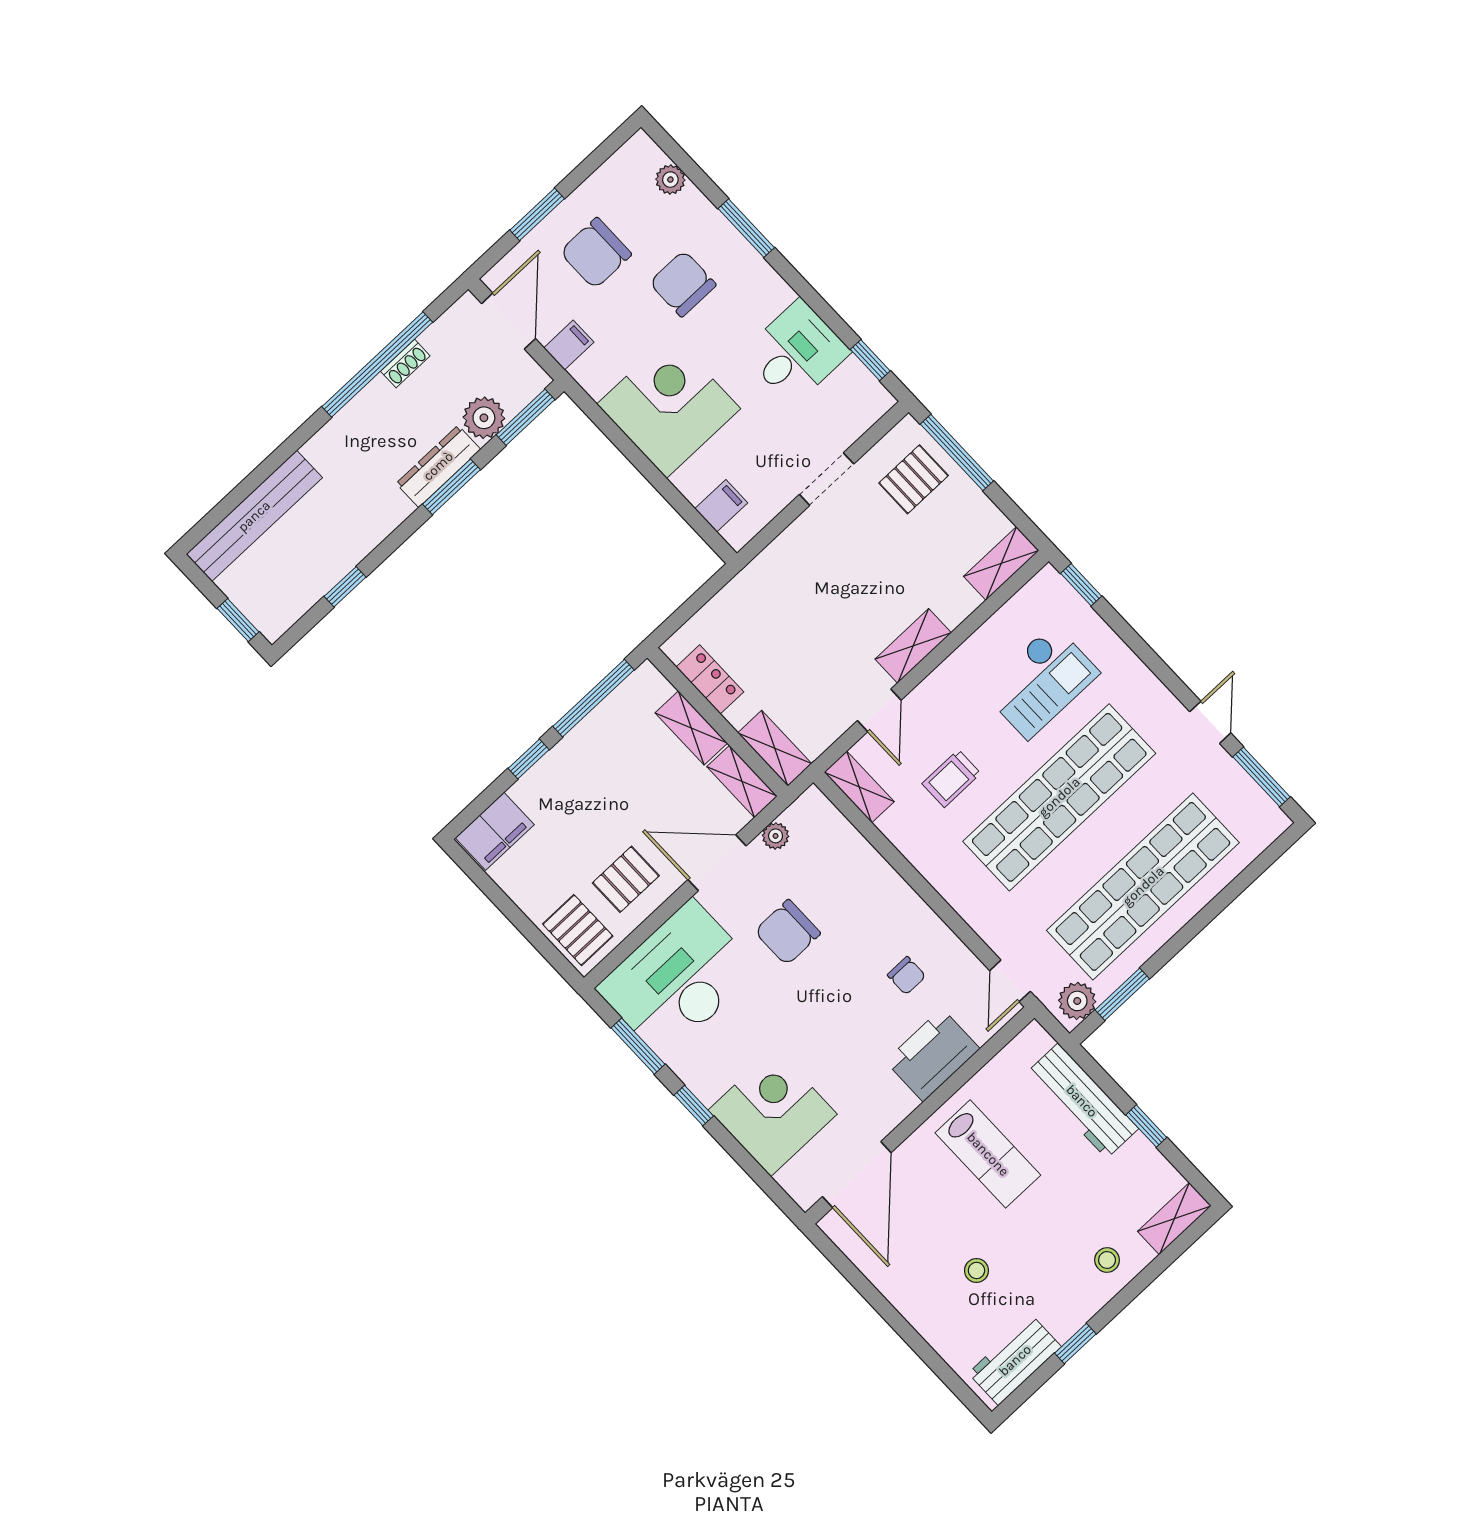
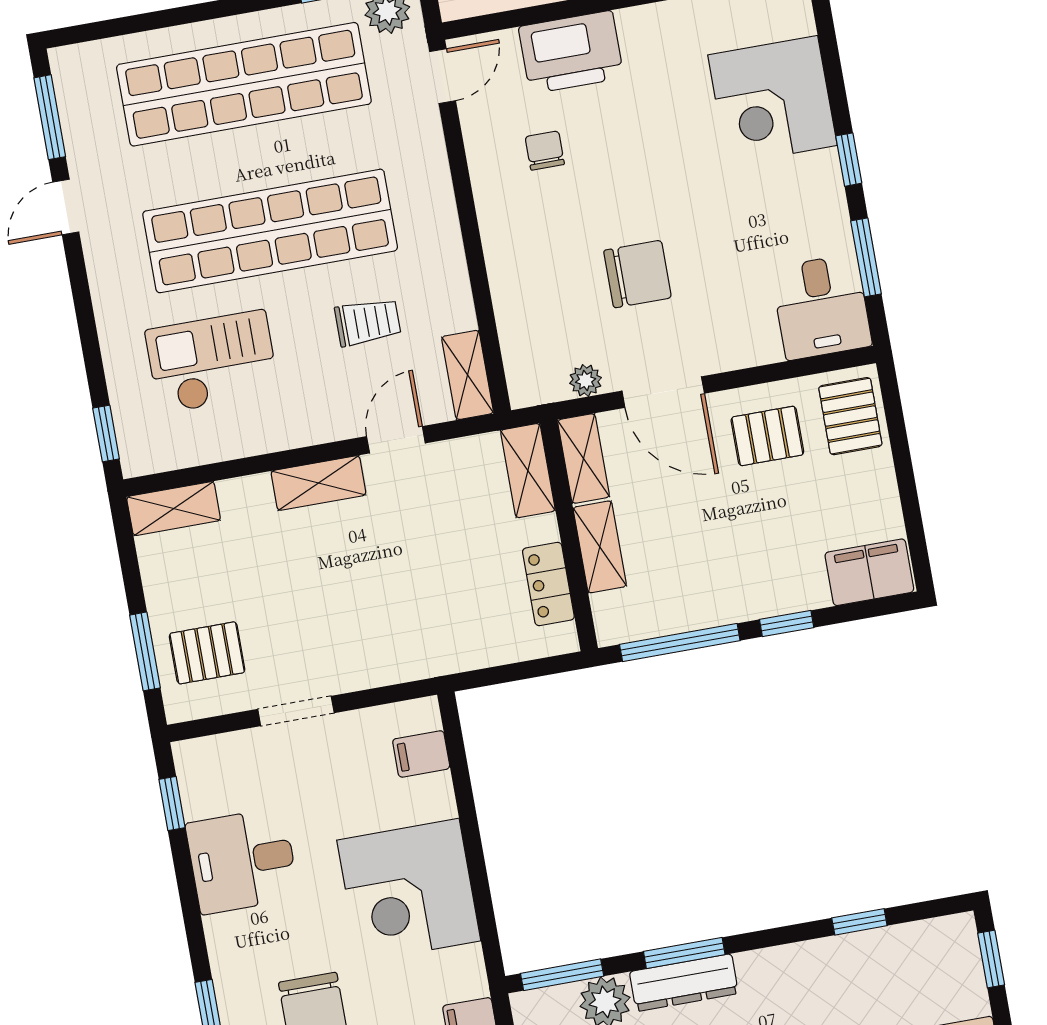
window: (957, 452) -> (145, 651), width x0.69
desk: (678, 979) -> (821, 307), width x0.53, depth x0.77

